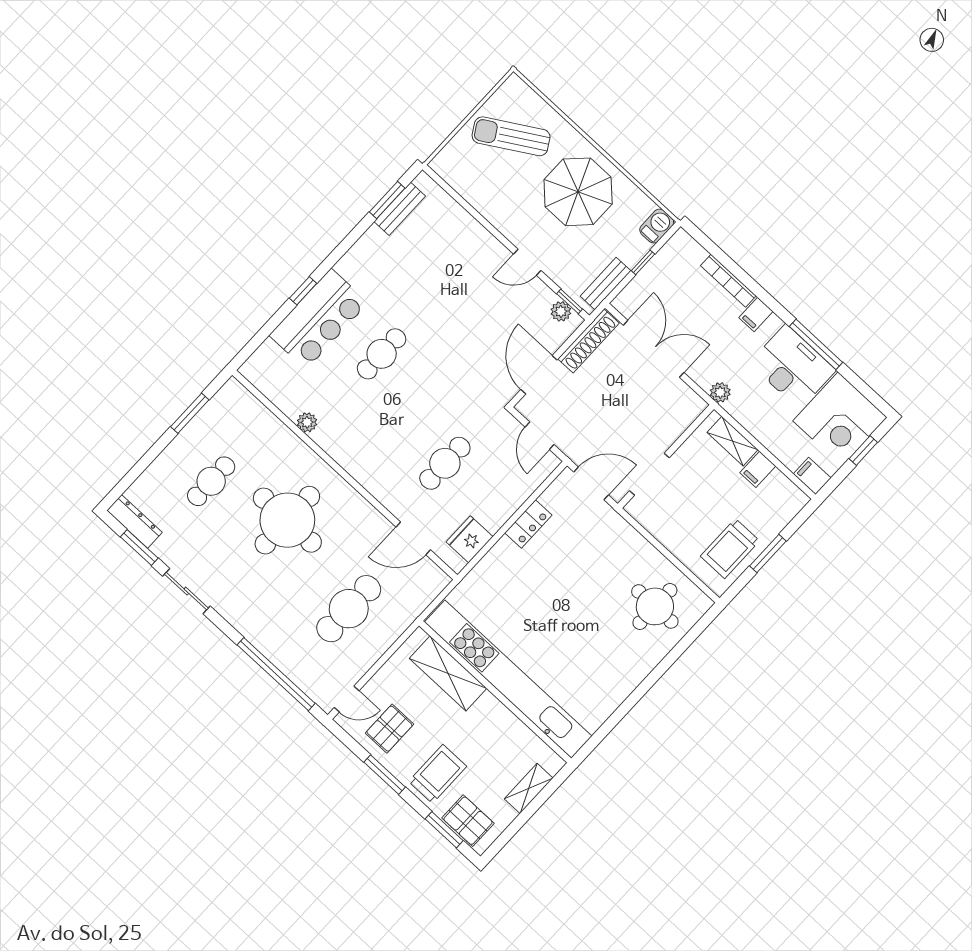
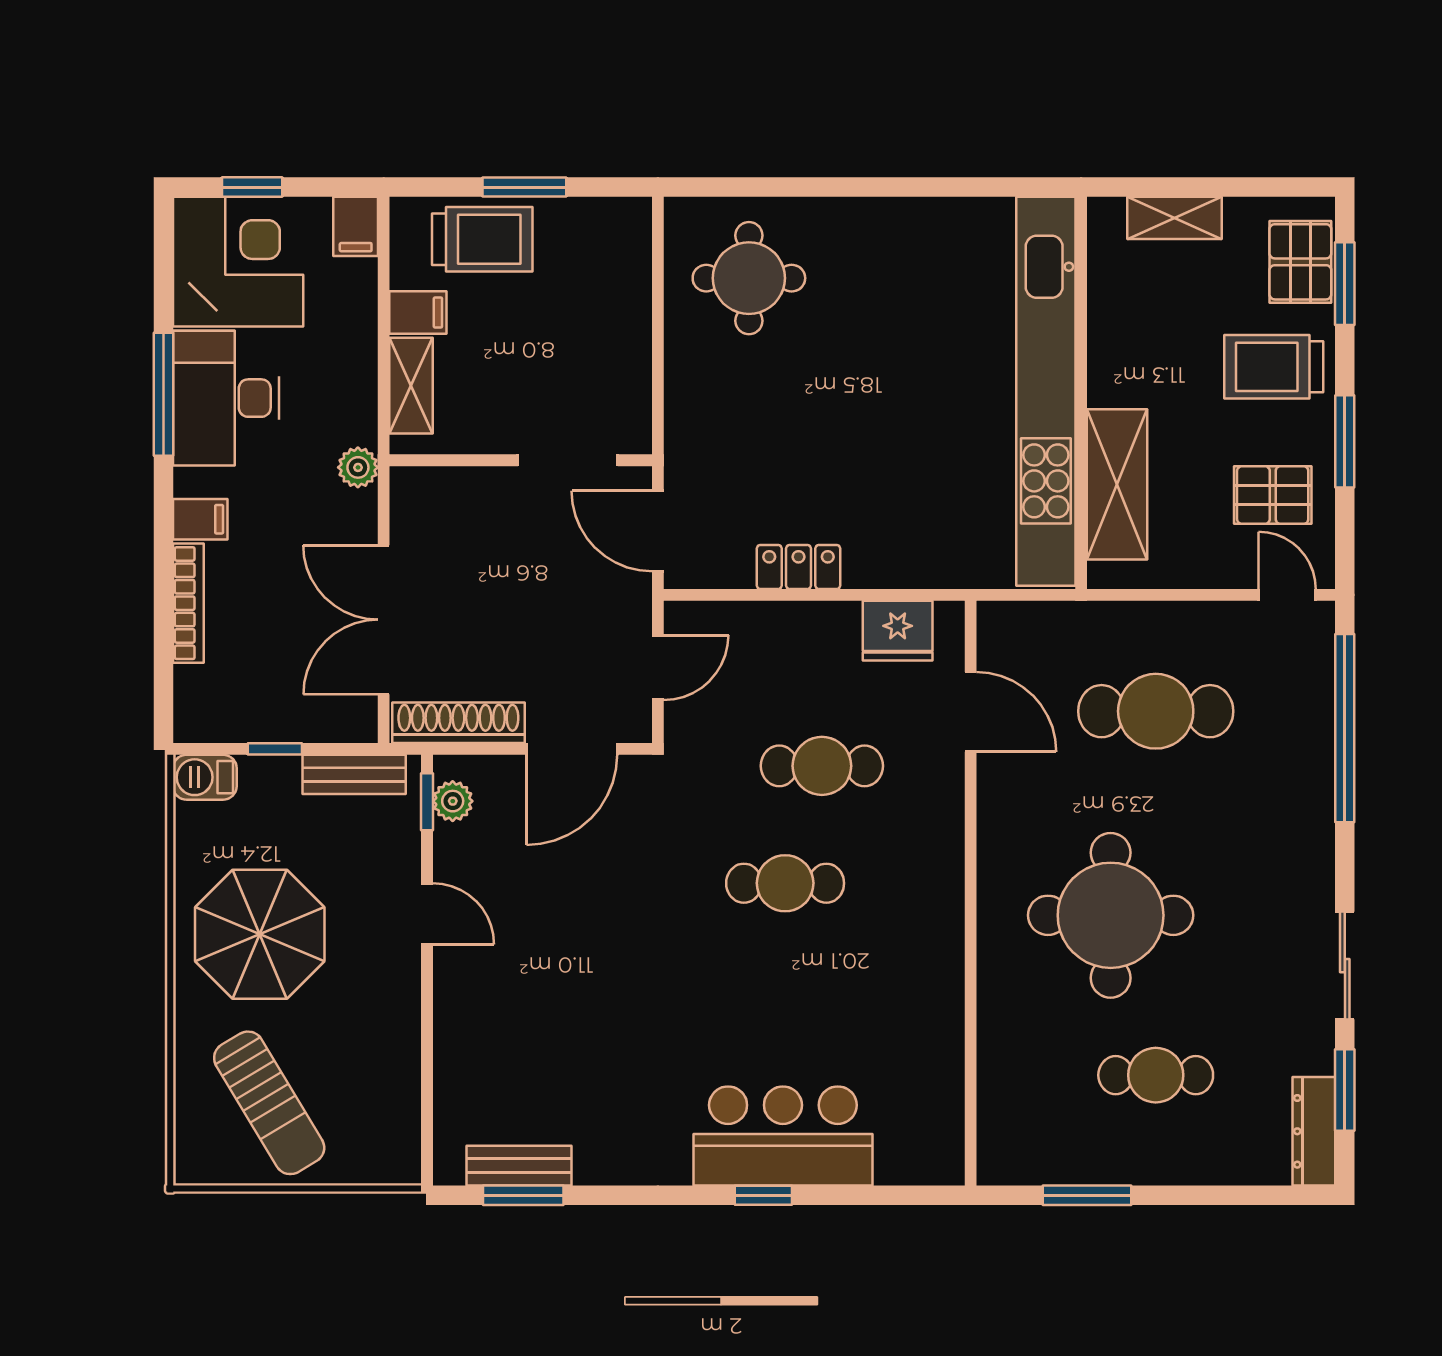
cafe table: (382, 354) -> (785, 883), moved
plant: (307, 422) -> (945, 1016), removed
trolley: (730, 549) -> (482, 239), moved

